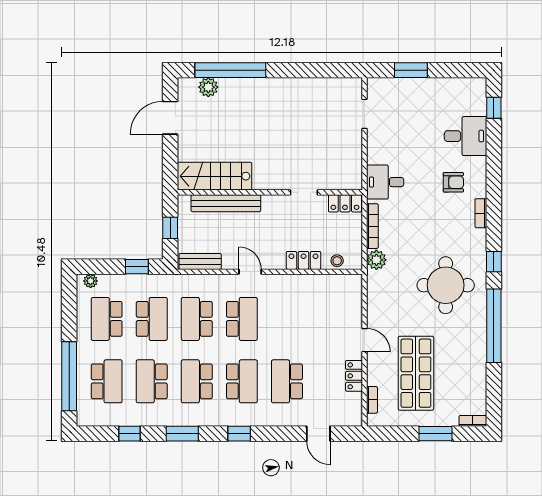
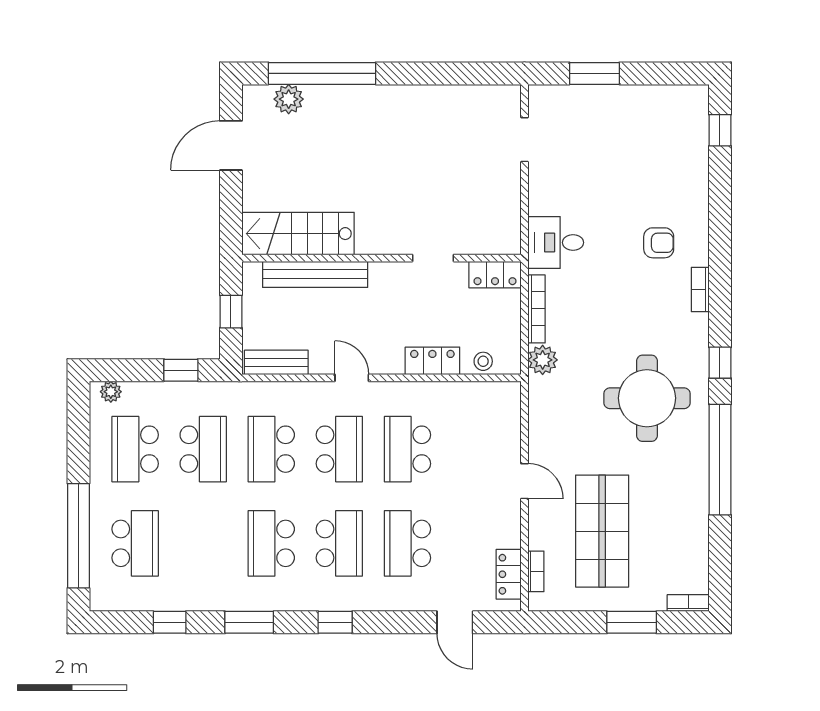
desk: (466, 136) -> (677, 173), removed
locker: (354, 376) -> (509, 574), moved
school desk: (152, 381) -> (407, 449), moved

